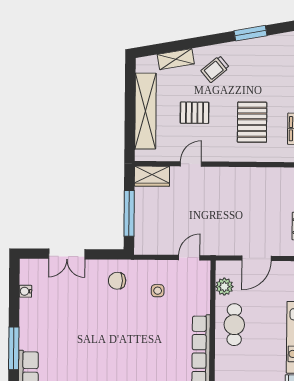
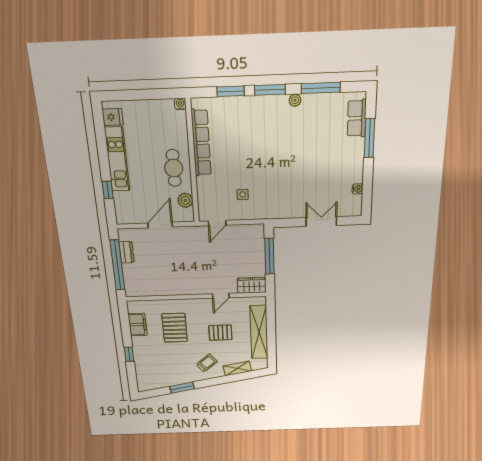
chair: (117, 281) -> (278, 201), removed

